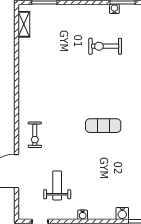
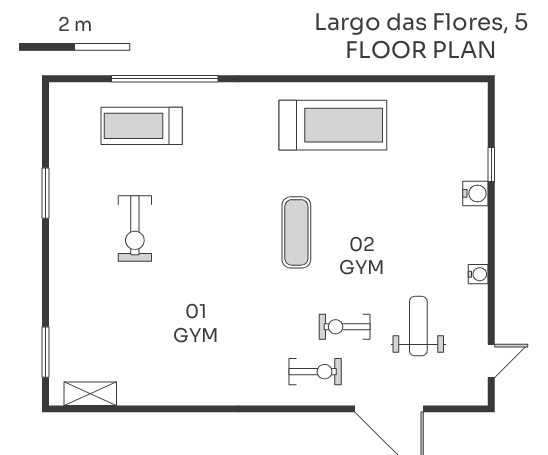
water cooler: (114, 9) -> (59, 209), removed
exercise bike: (57, 149) -> (345, 327), added
weight bench: (57, 185) -> (418, 326), turned 90

